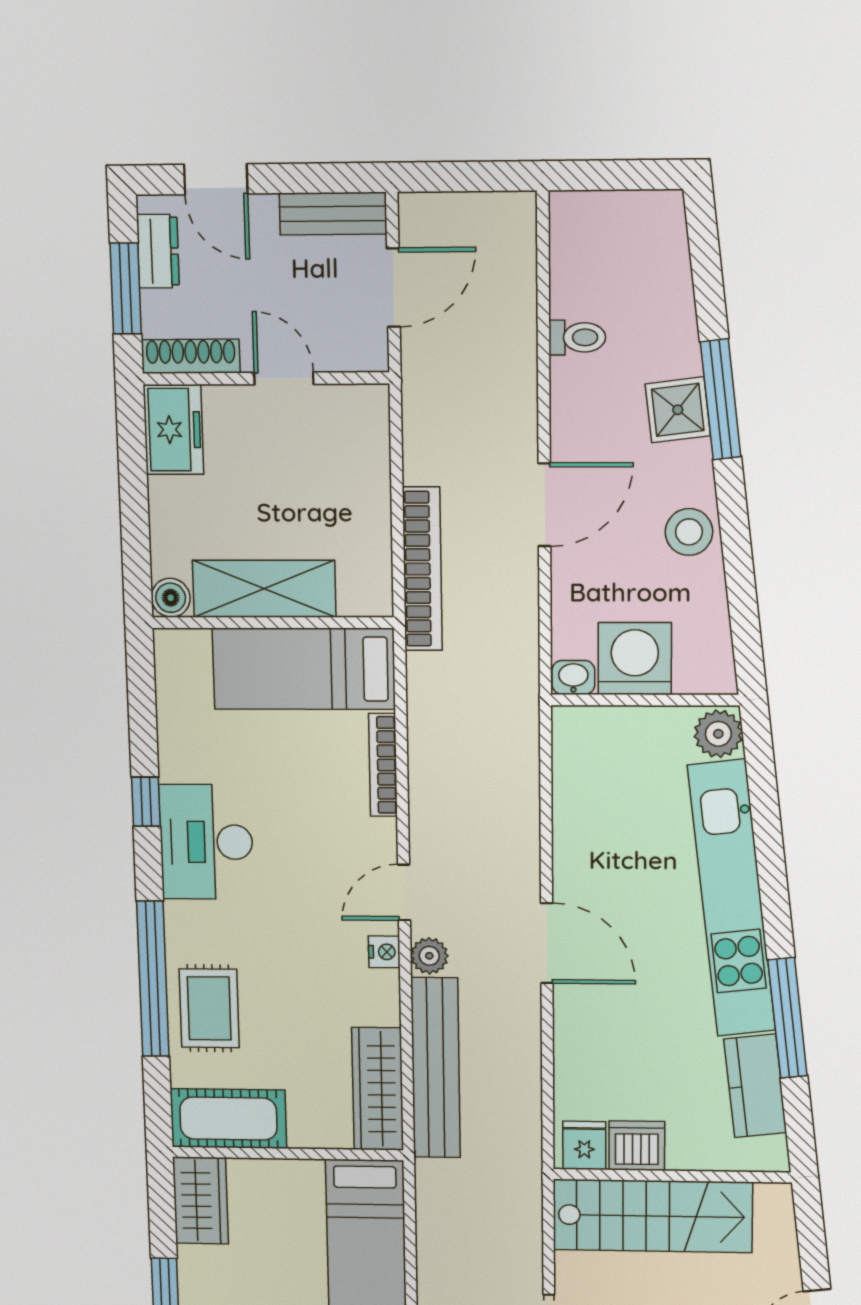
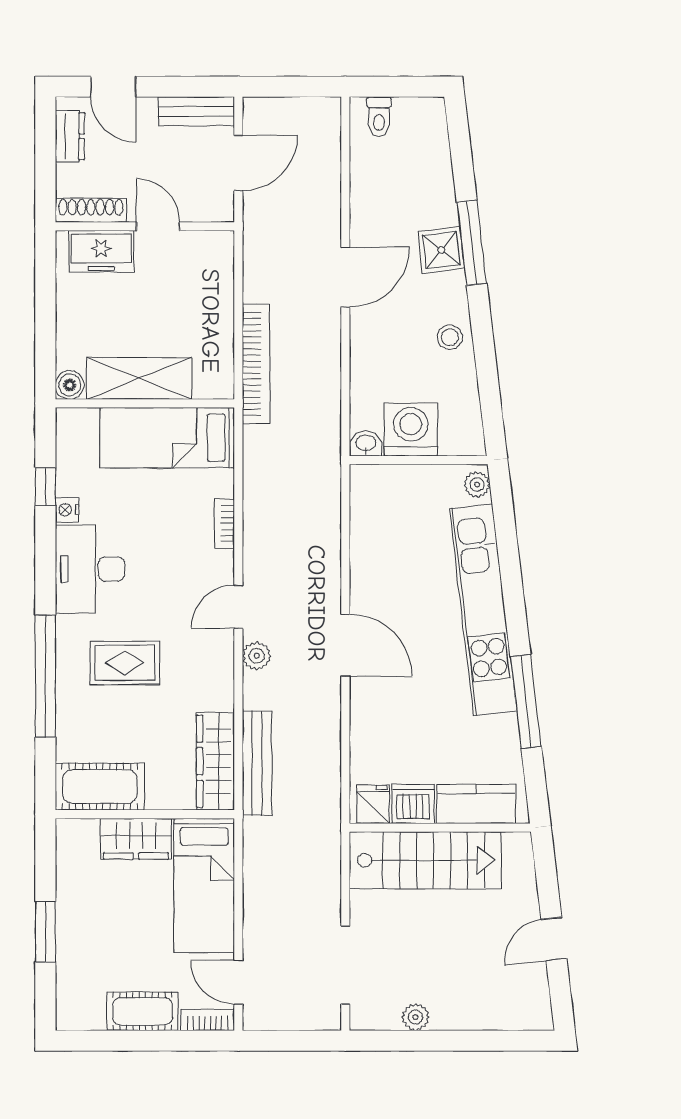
window: (126, 289) -> (45, 162), removed
toilet: (577, 337) -> (379, 117), moved, turned 90
freezer: (173, 430) -> (101, 251), moved, turned 90
door: (544, 505) -> (345, 277), moved
stool: (689, 532) -> (450, 337), width x0.73, depth x0.73
plant: (718, 734) -> (477, 485), width x0.73, depth x0.73
bookcase: (383, 765) -> (224, 524), width x0.64
window: (146, 802) -> (45, 487), moved
nightstand: (384, 952) -> (67, 510), moved, turned 180
rug: (209, 1008) -> (125, 663), moved, turned 90
bench: (436, 1068) -> (257, 763), width x0.73, depth x0.82
kitchen counter: (755, 1086) -> (476, 804), moved, turned 97
wardrobe: (201, 1201) -> (136, 839), moved, turned 90

